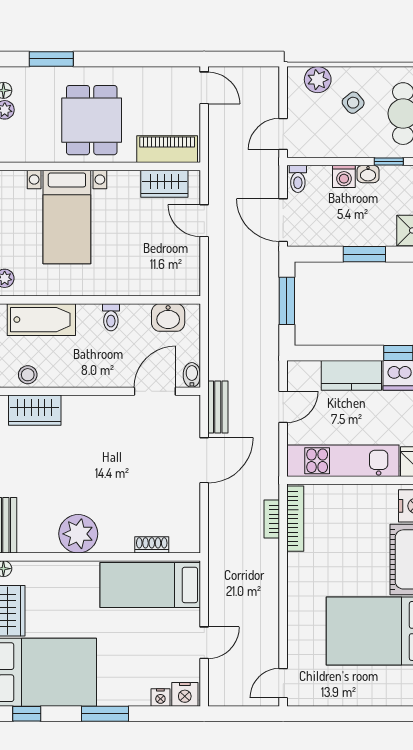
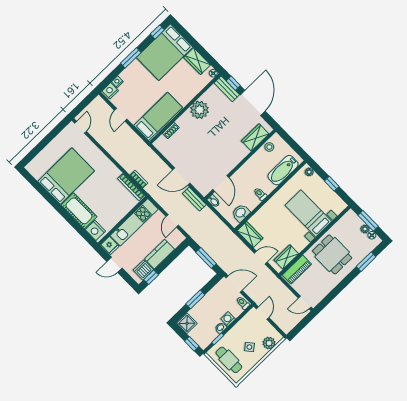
wardrobe: (186, 271) -> (250, 234), added
door: (204, 460) -> (181, 177), hinge flipped

